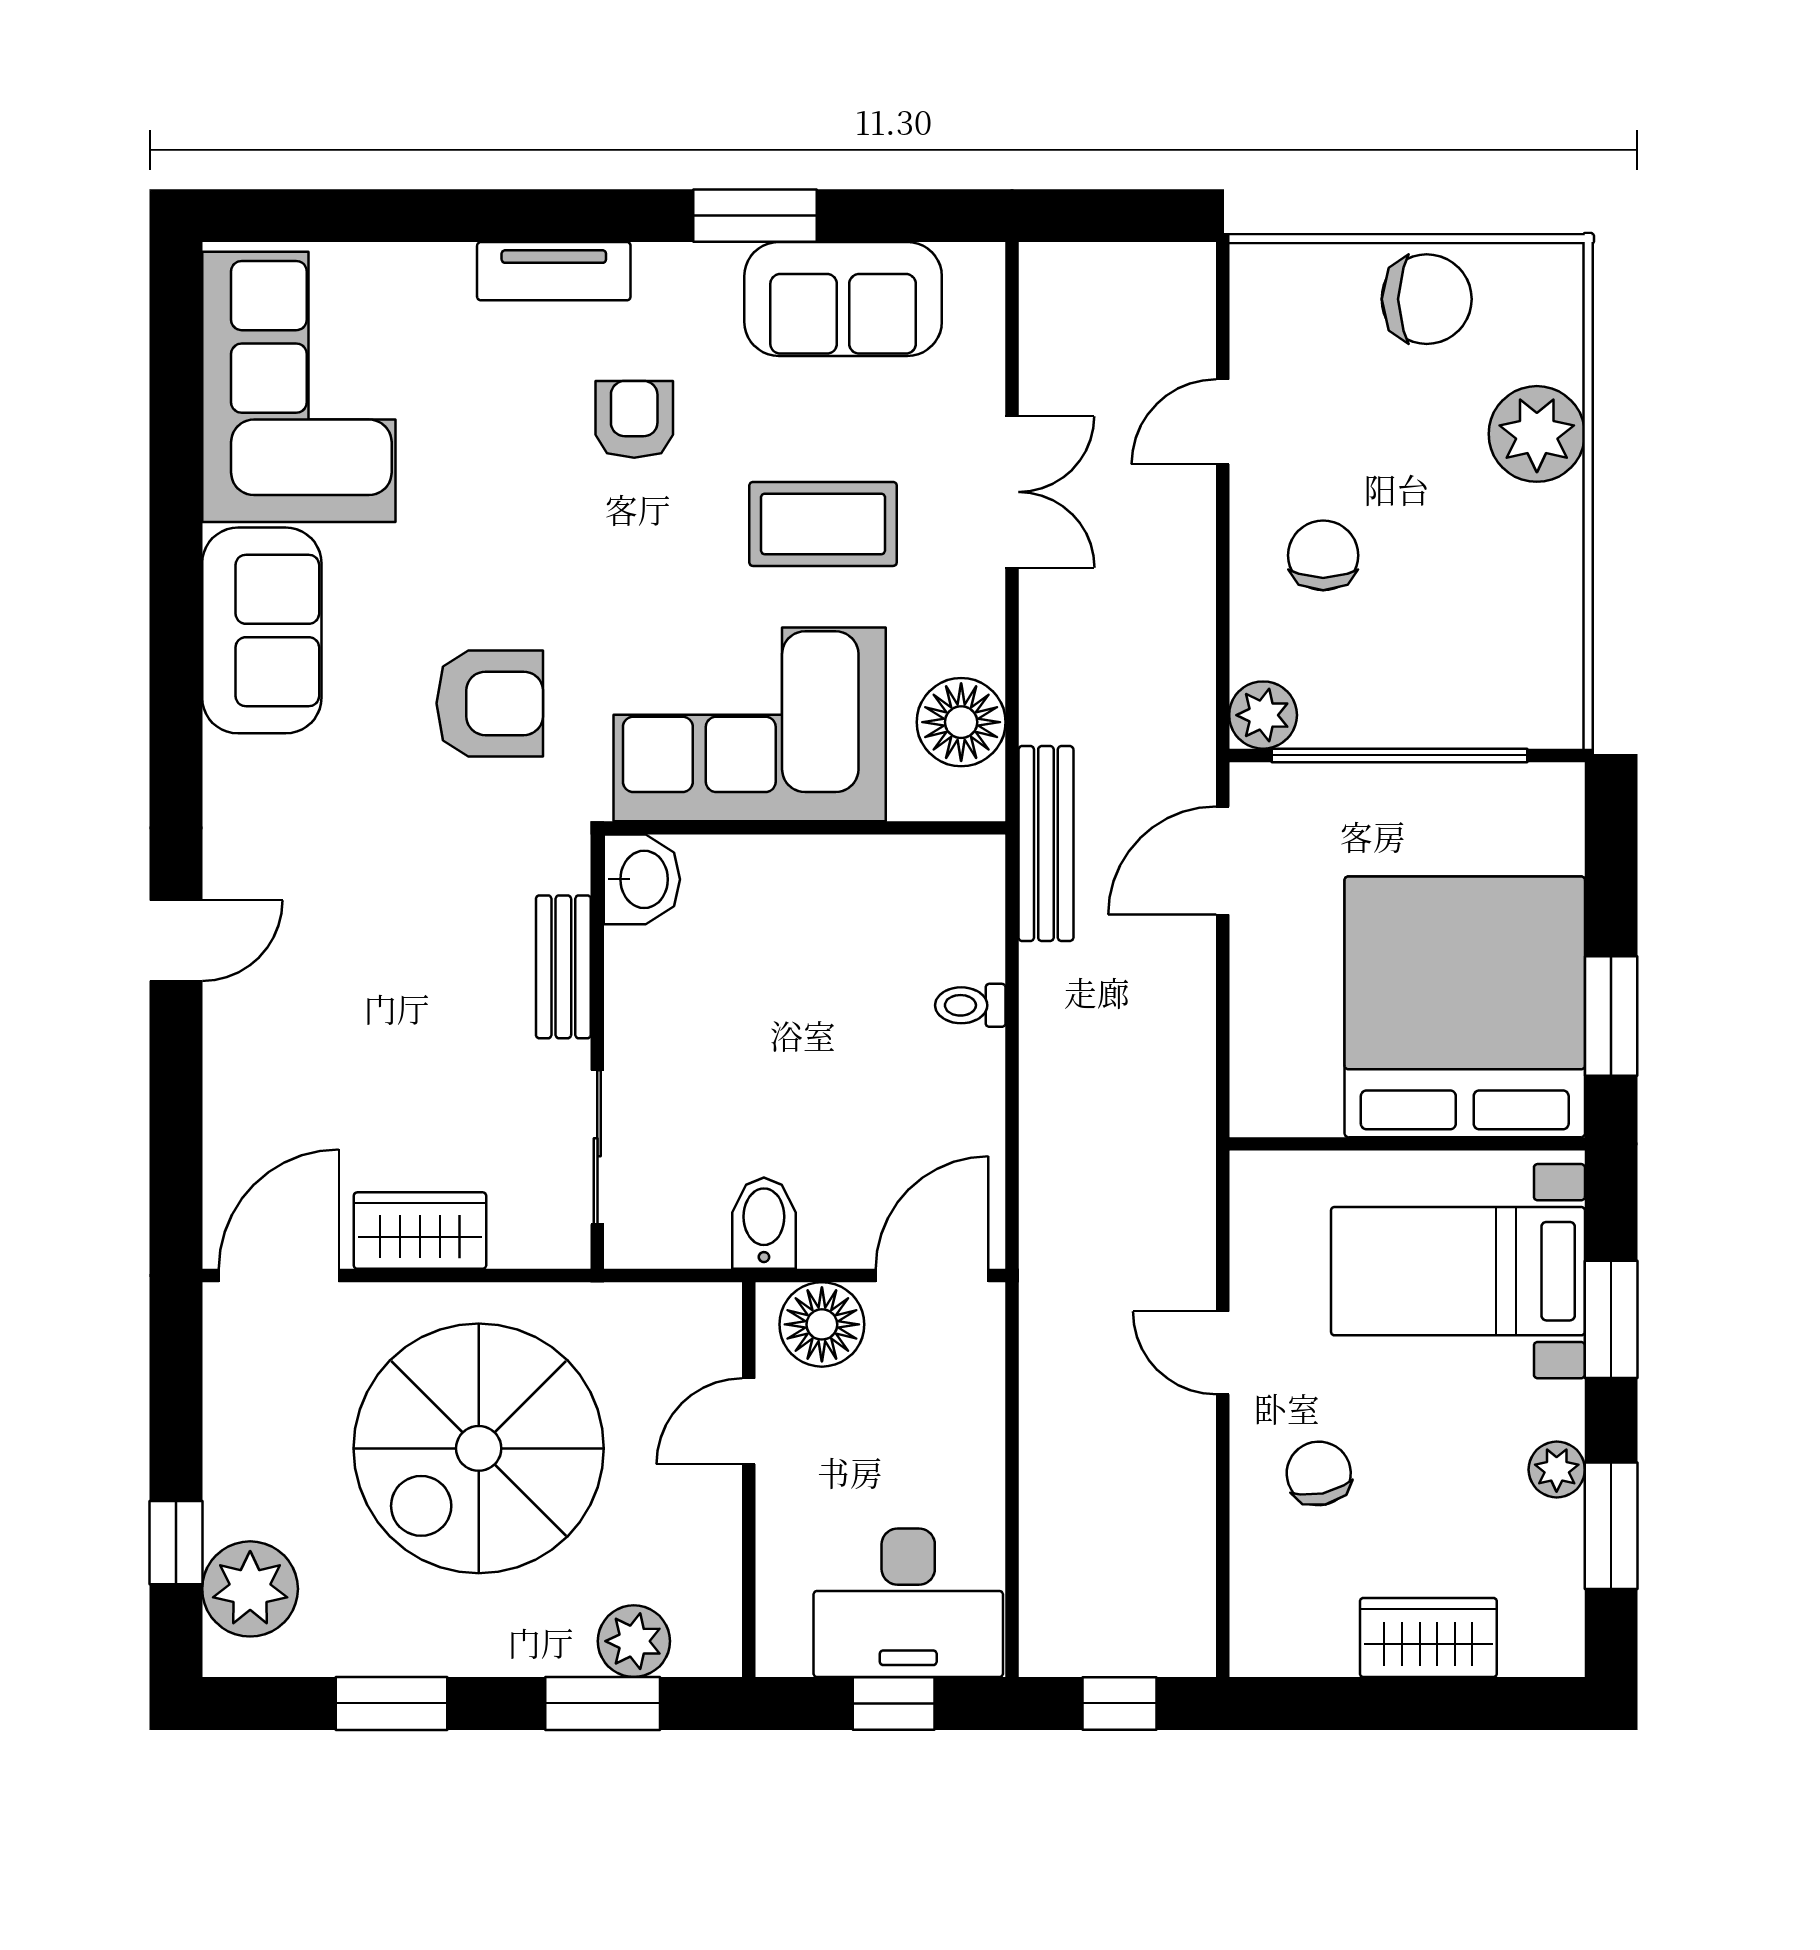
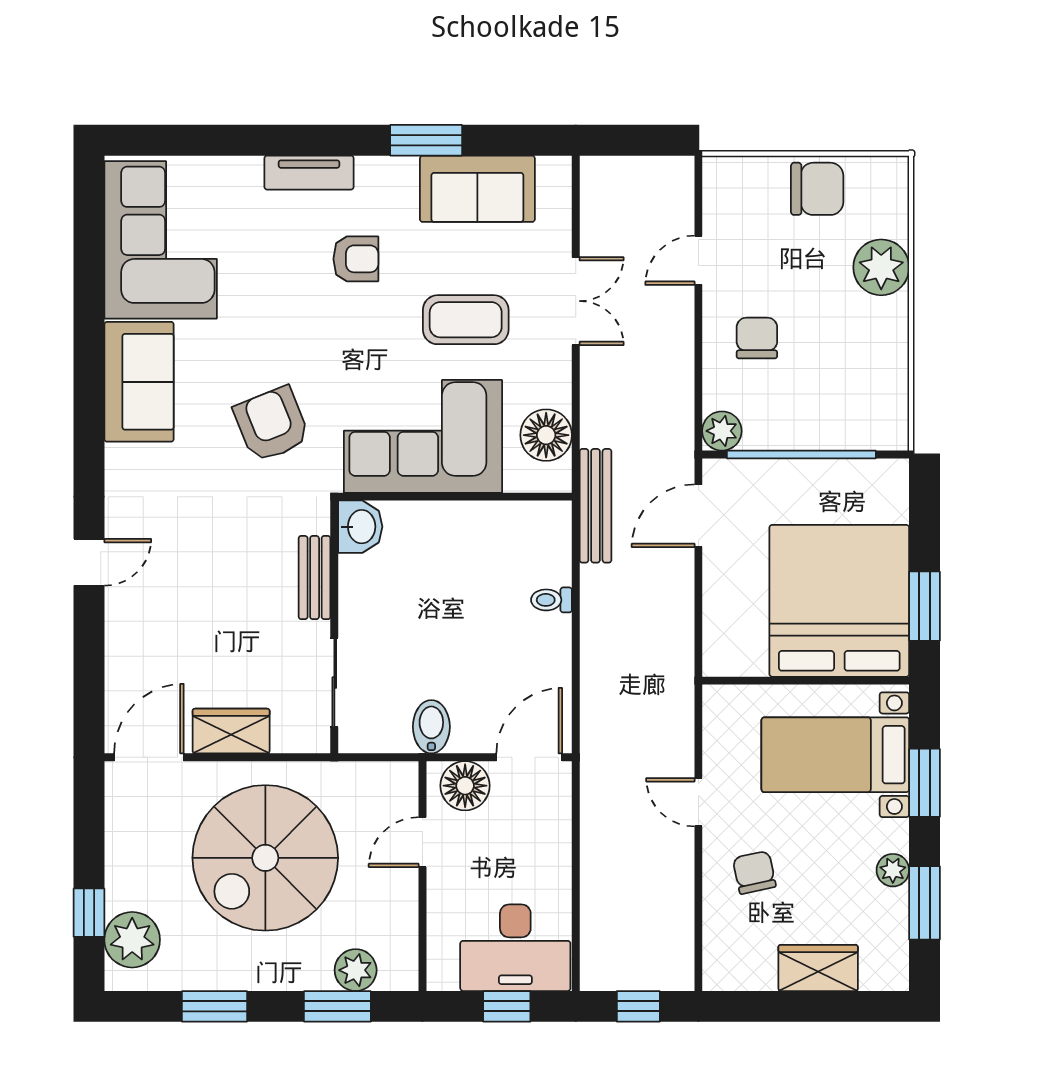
armchair: (634, 419) -> (356, 259), turned 90
armchair: (490, 703) -> (272, 424), turned -112

